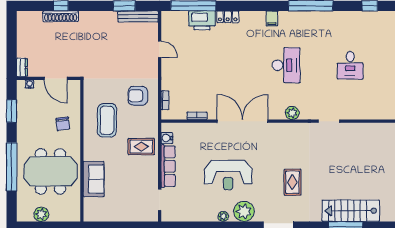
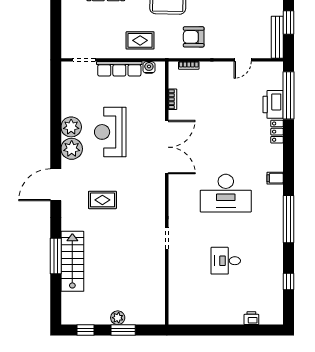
desk: (286, 65) -> (226, 193), width x1.36, depth x1.30
armchair: (138, 96) -> (194, 37), turned -90
plant: (292, 113) -> (175, 200), removed
rug: (141, 147) -> (140, 40), turned 90
plant: (223, 216) -> (71, 127), width x1.88, depth x1.88

